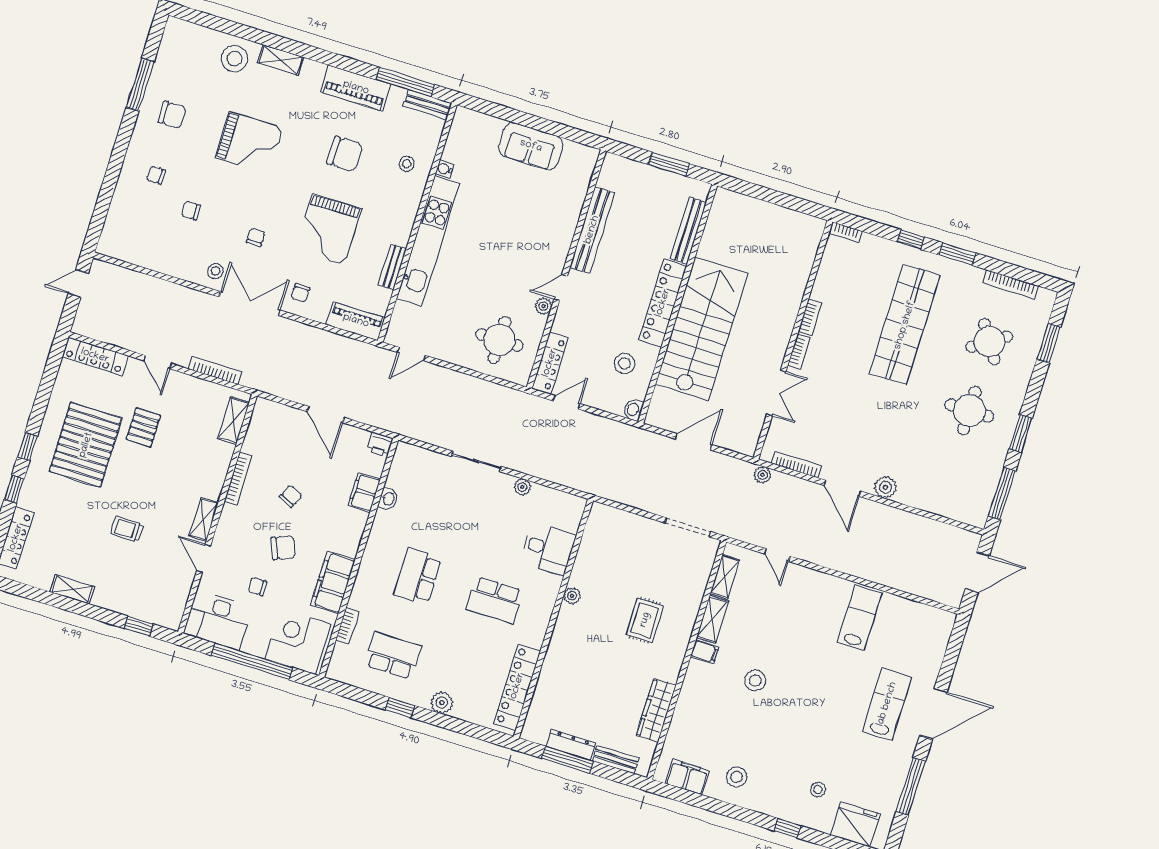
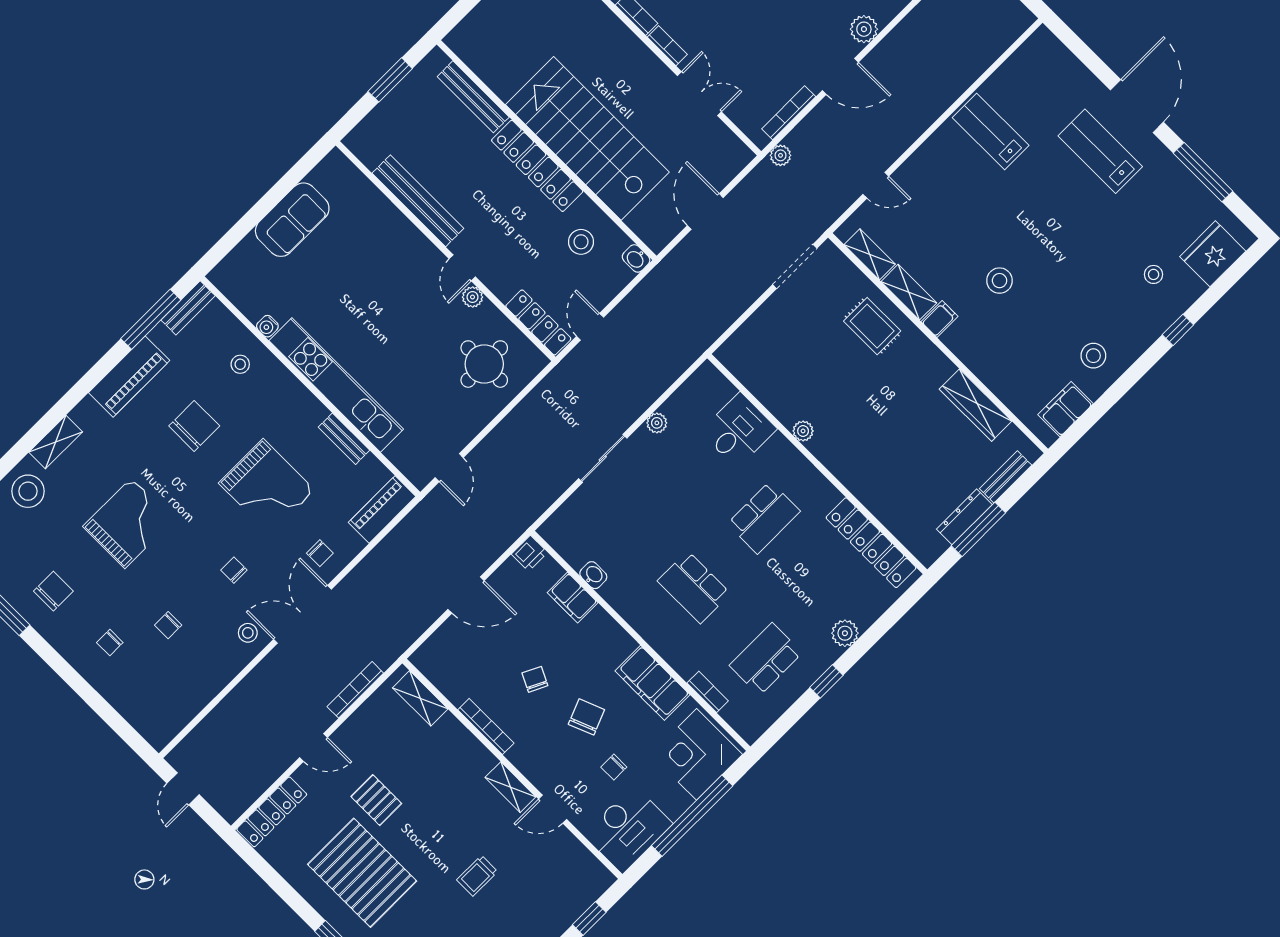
rug: (645, 620) -> (872, 326), moved

